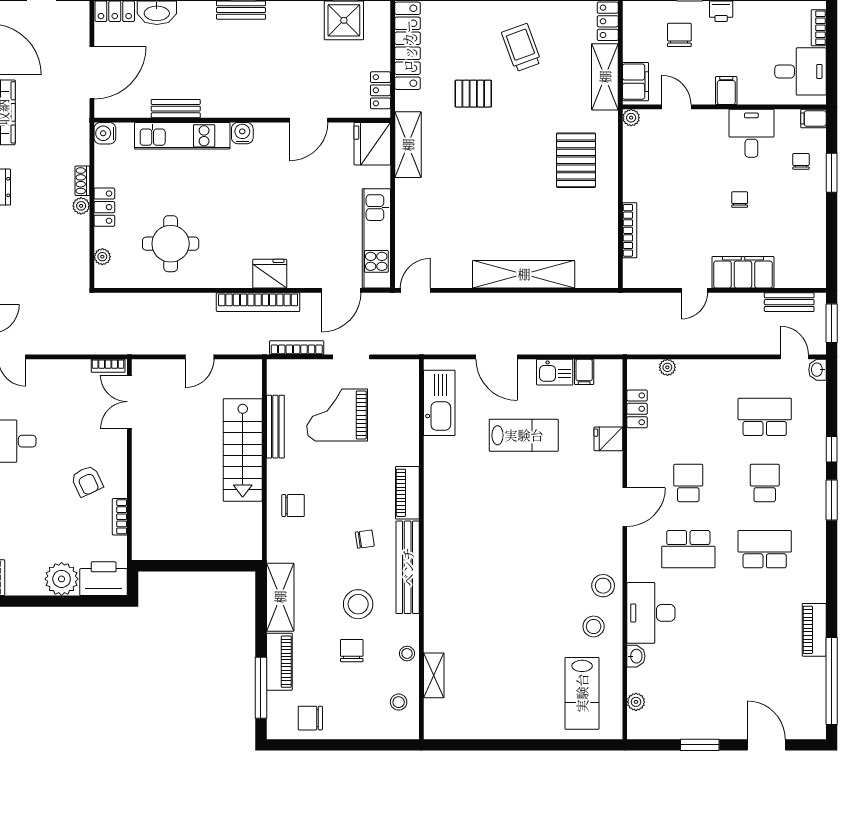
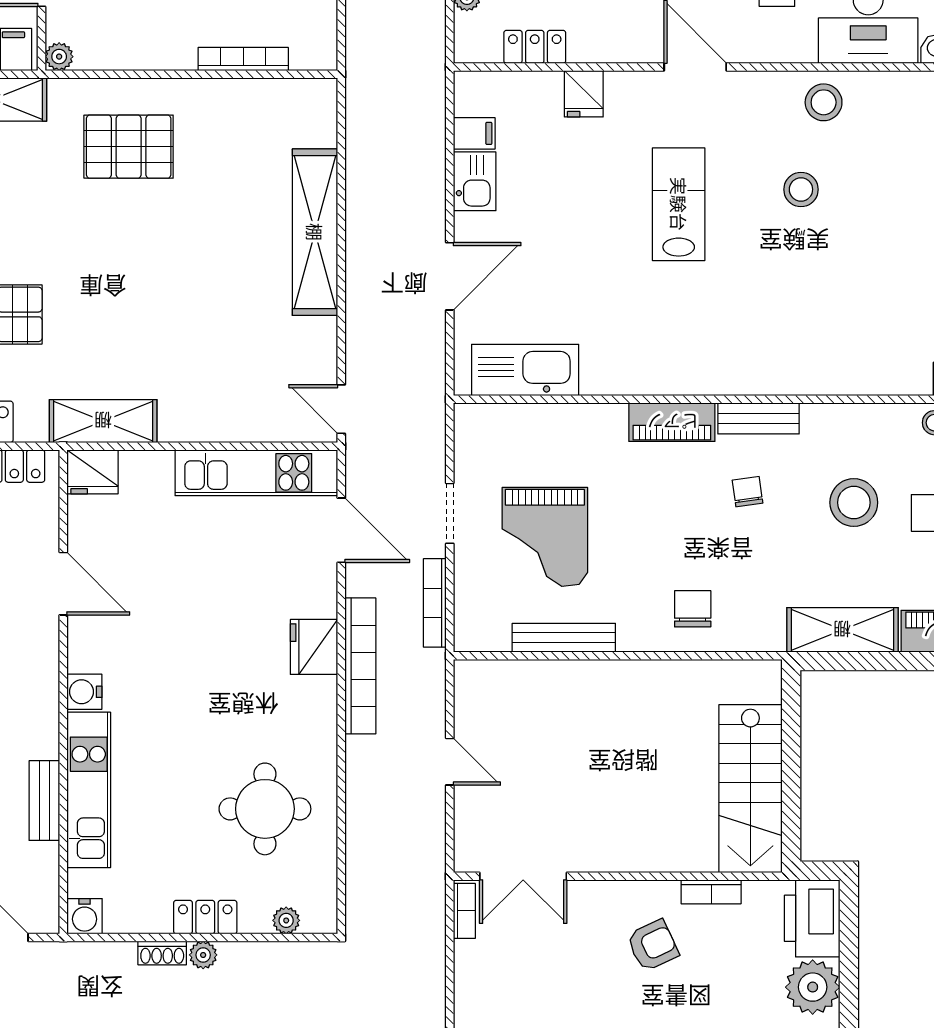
fridge: (372, 144) -> (92, 472), width x0.73, depth x0.75
lab bench: (524, 435) -> (679, 204), moved
stairs: (243, 450) -> (750, 789), moved, turned 90
bench: (408, 567) -> (759, 418), width x0.54, depth x0.82
stool: (594, 626) -> (801, 189), moved

